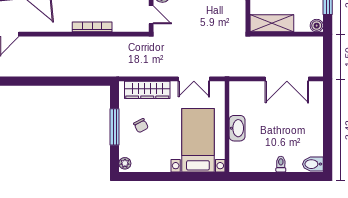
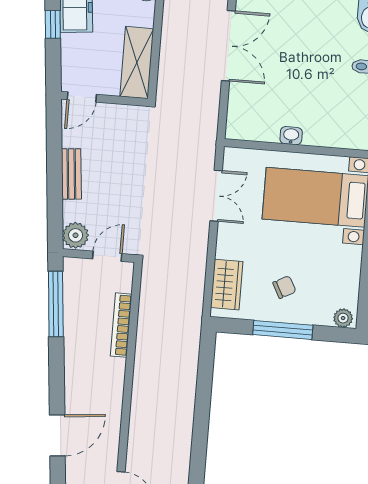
bookcase: (92, 27) -> (121, 325), moved
wardrobe: (147, 90) -> (227, 285), width x0.67
washbasin: (237, 128) -> (291, 136), width x0.52, depth x0.69

